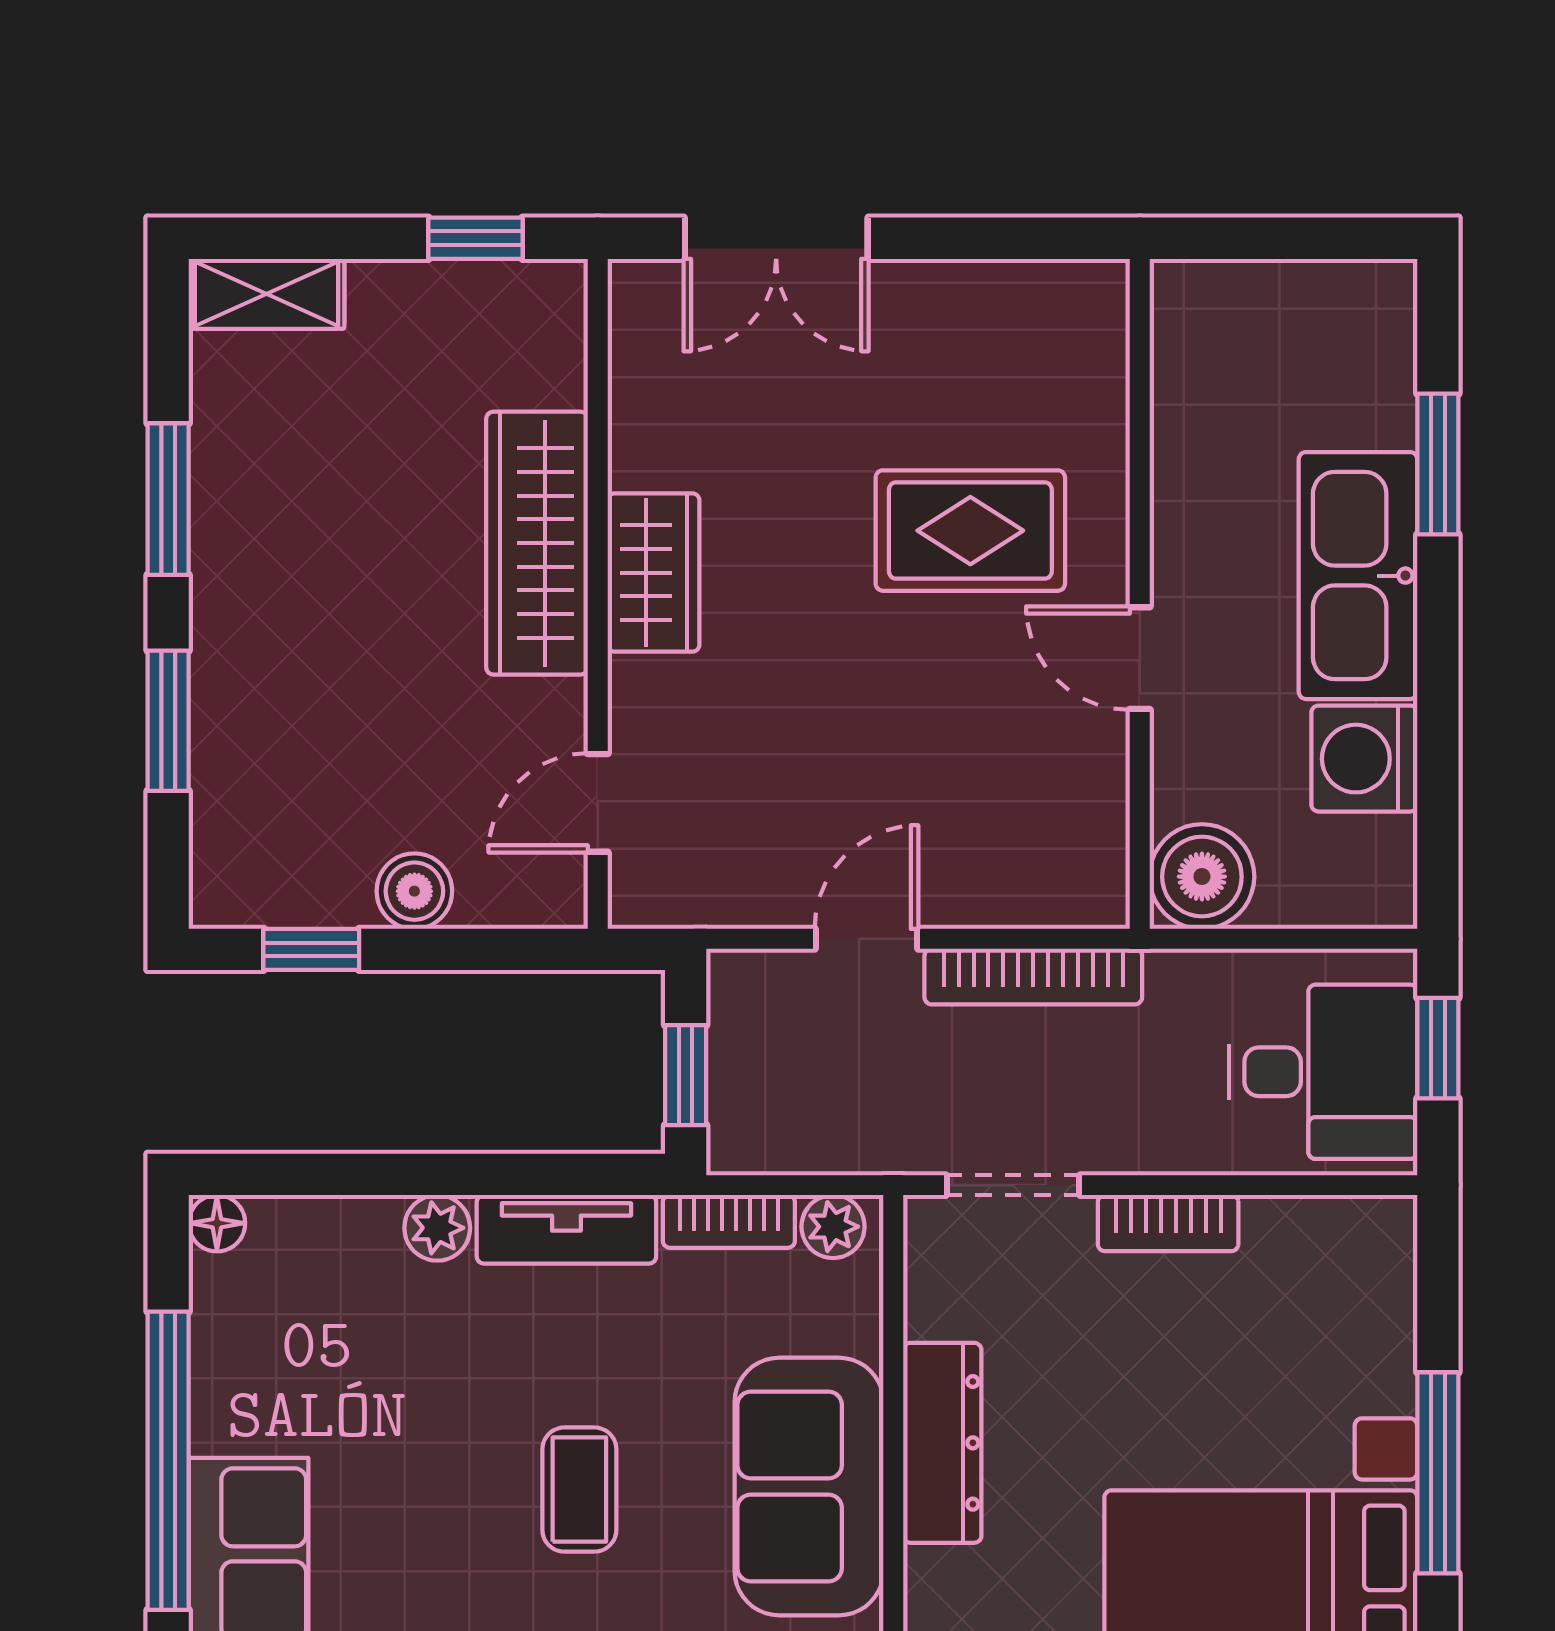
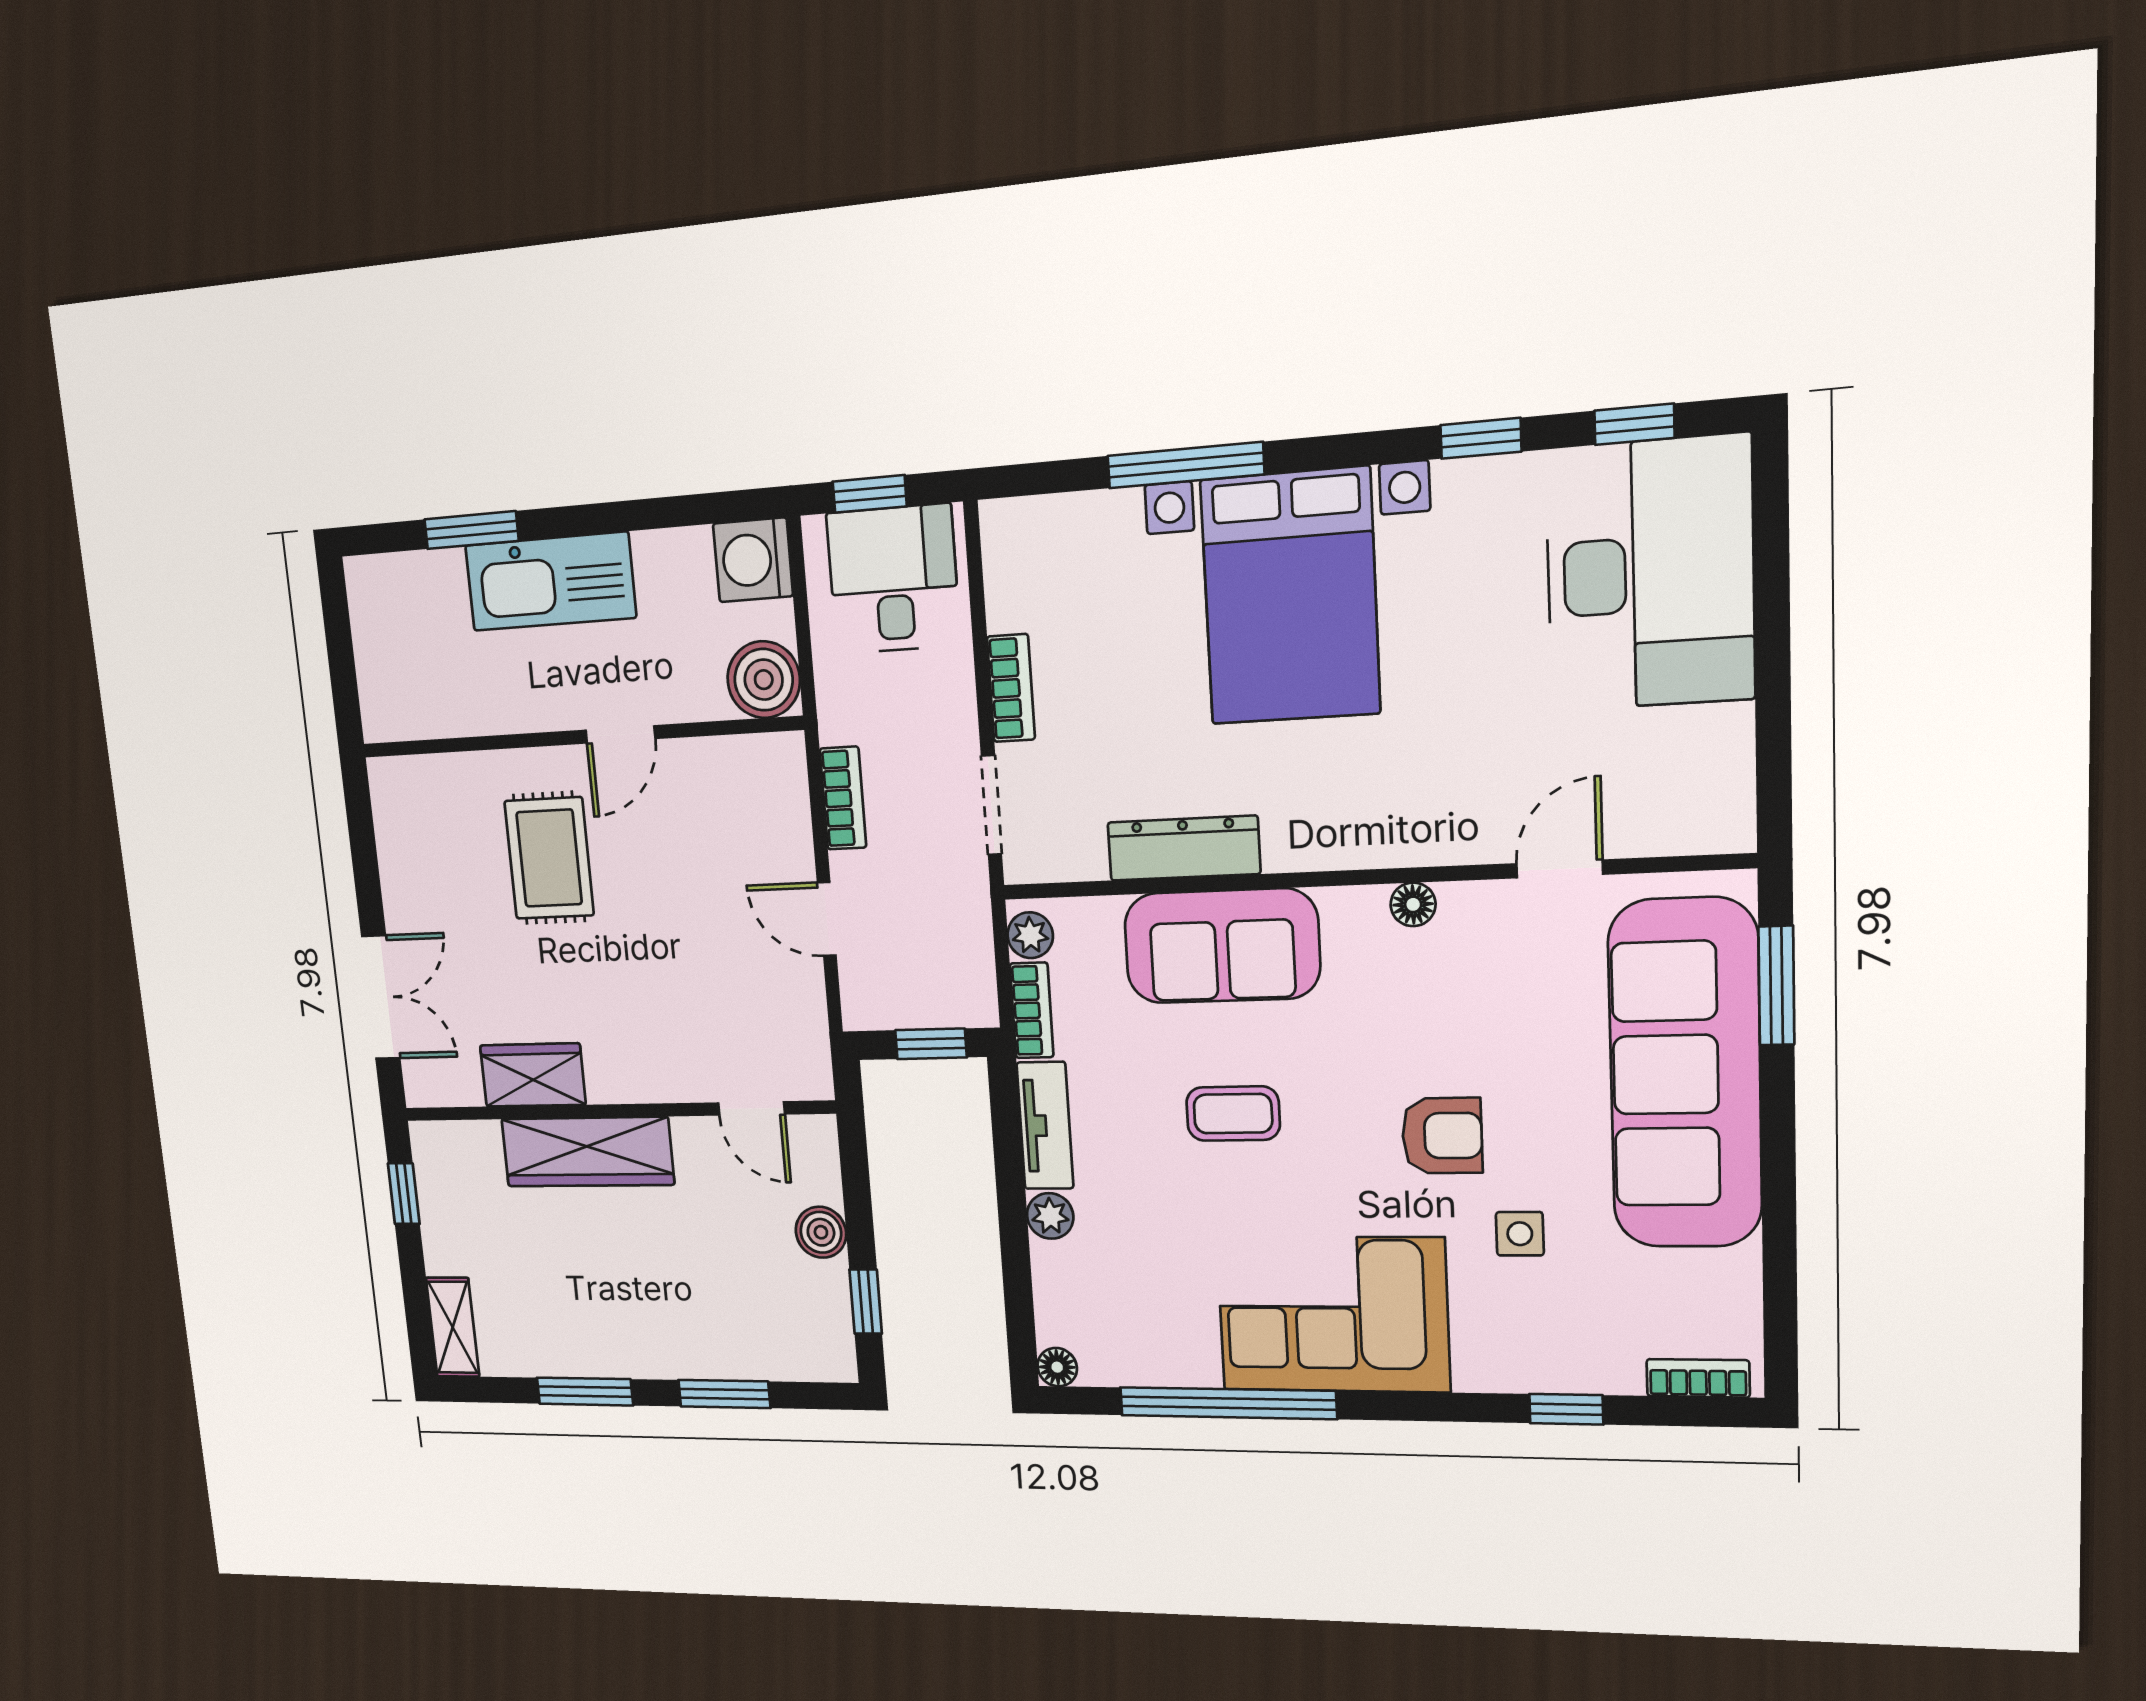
wardrobe: (653, 573) -> (533, 1075), moved
washing machine: (1364, 759) -> (753, 560), moved, turned 90
bookcase: (1033, 976) -> (843, 798), width x0.64

